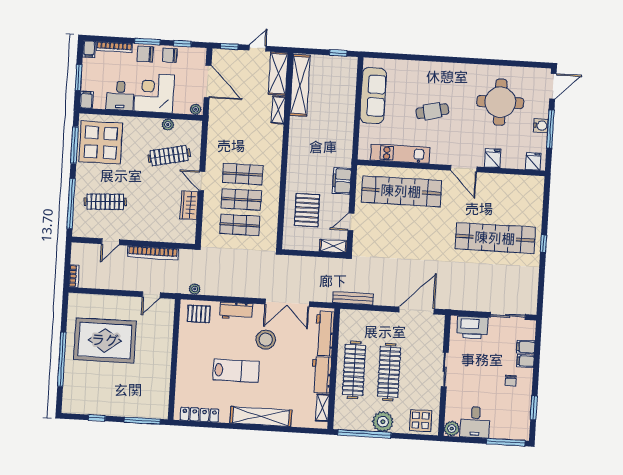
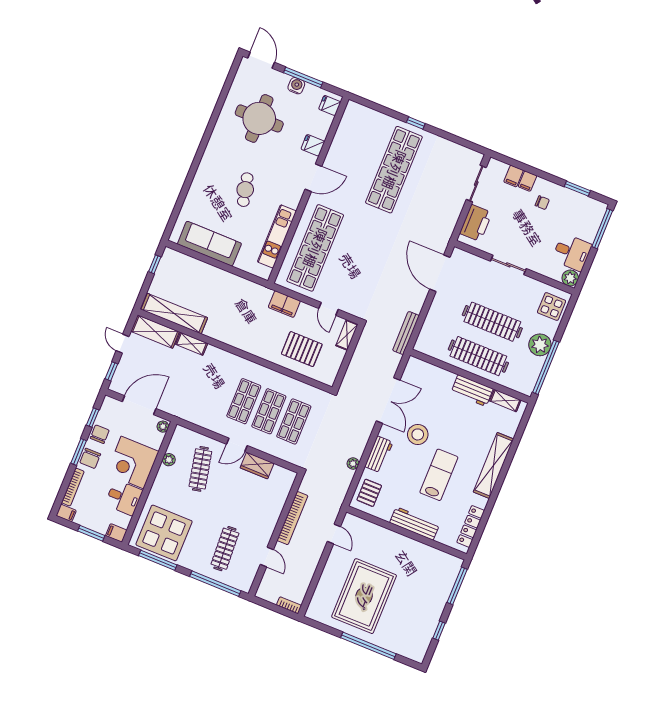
chair: (170, 55) -> (100, 434), turned 180
plant: (195, 289) -> (353, 464), moved
workbench: (325, 334) -> (415, 523), moved, turned 180

